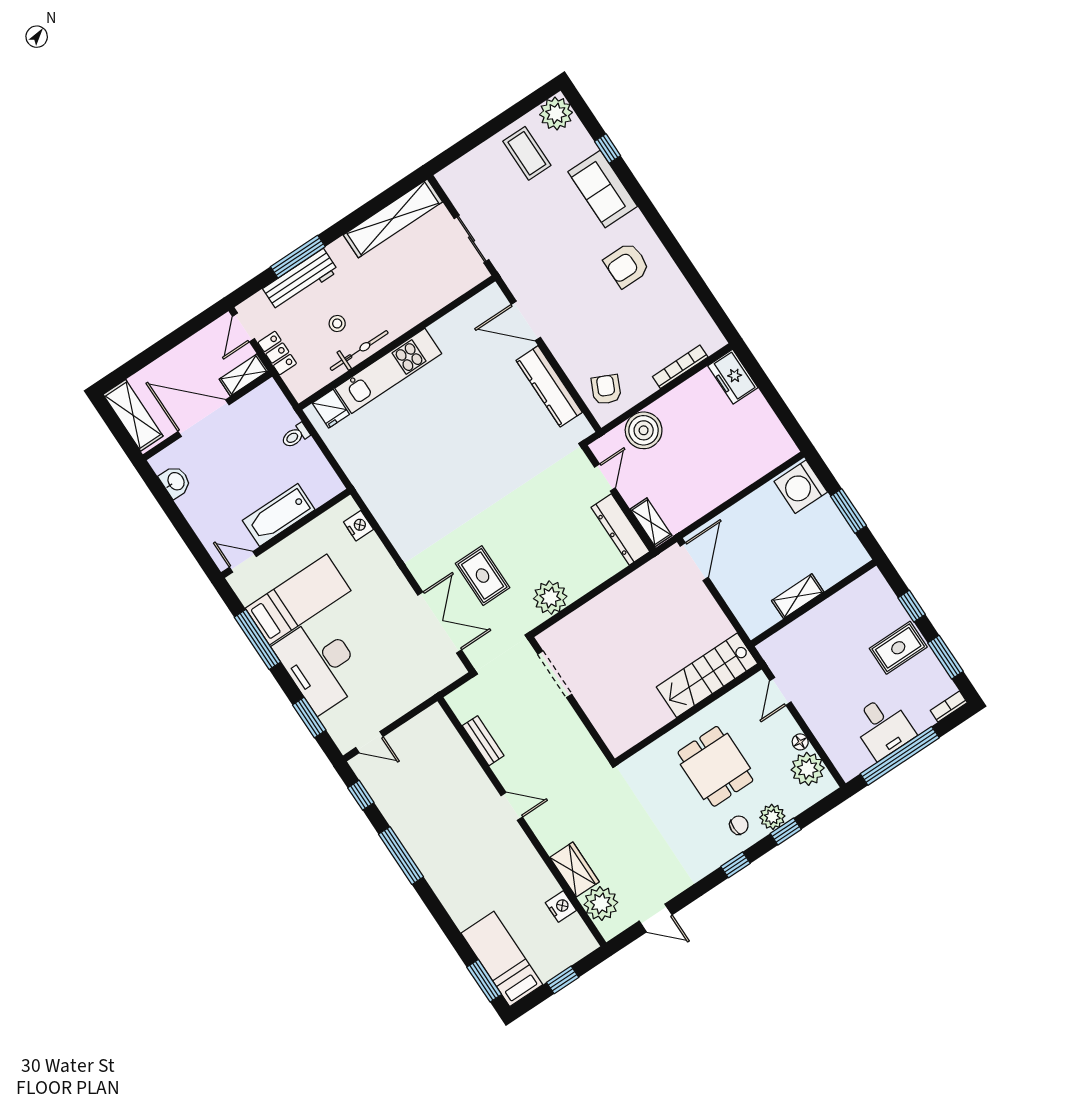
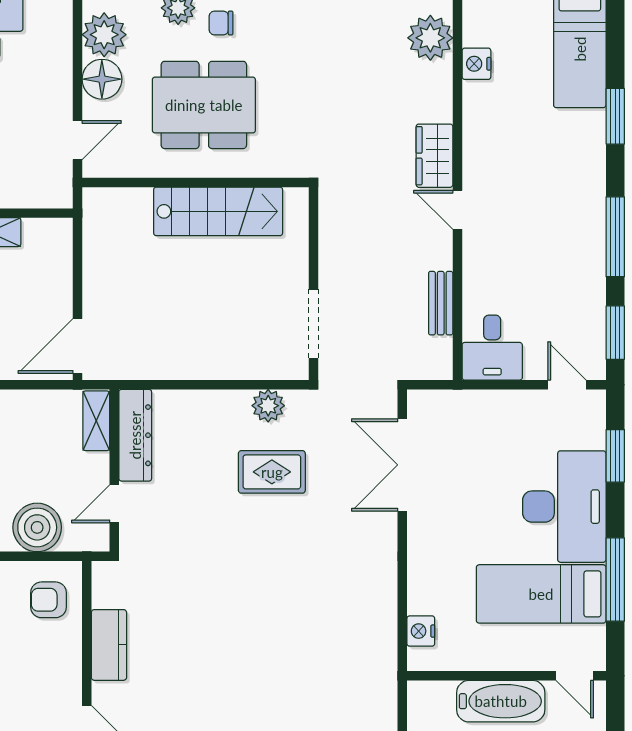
kitchen counter: (549, 386) -> (109, 645), width x0.67
armchair: (606, 389) -> (48, 600), turned 65
rug: (483, 576) -> (272, 472), moved, turned 90
plant: (550, 598) -> (268, 406), width x0.73, depth x0.73
stairs: (707, 675) -> (218, 211), moved
desk: (432, 734) -> (492, 348), added
floor lamp: (800, 742) -> (102, 79), width x1.89, depth x1.89
dining table: (715, 766) -> (204, 105), width x1.38
window: (361, 795) -> (615, 333), width x1.50
wardrobe: (574, 870) -> (434, 156), moved
window: (484, 981) -> (615, 116), moved

